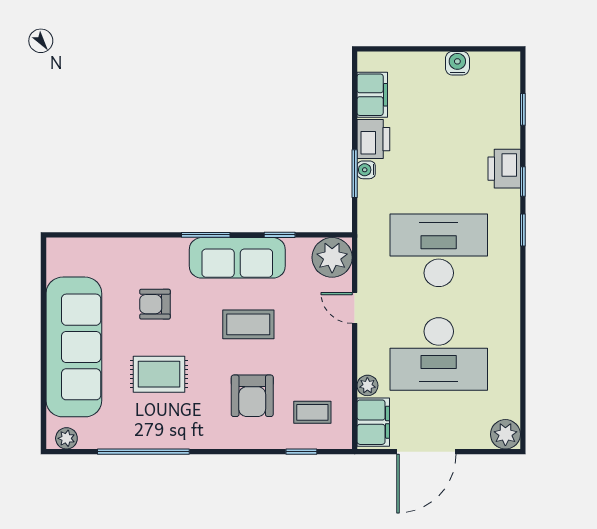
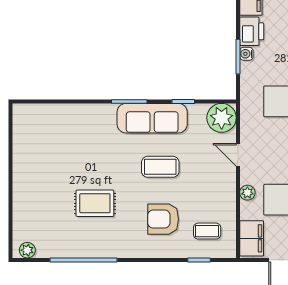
armchair: (155, 304) -> (92, 152), removed
sofa: (74, 347) -> (33, 183), removed
plant: (367, 385) -> (247, 193), moved
armchair: (252, 396) -> (163, 219), turned 90

